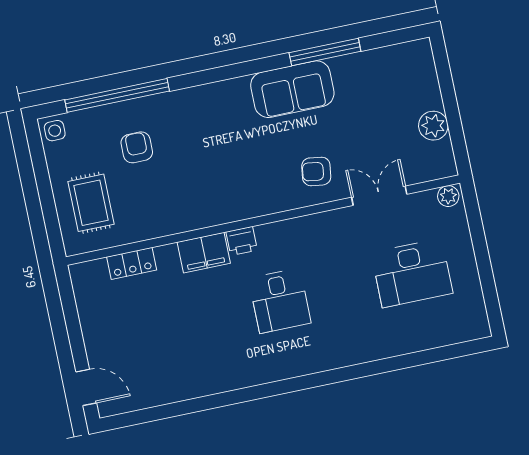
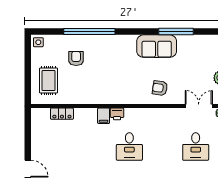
window: (117, 95) -> (89, 32), moved
double door: (379, 196) -> (199, 106), moved
filing cabinet: (204, 253) -> (104, 116), width x0.50
desk: (412, 273) -> (196, 146), width x0.73

